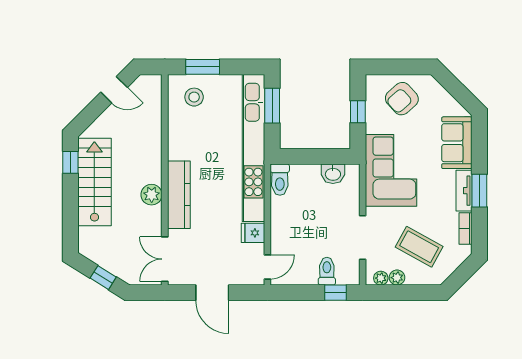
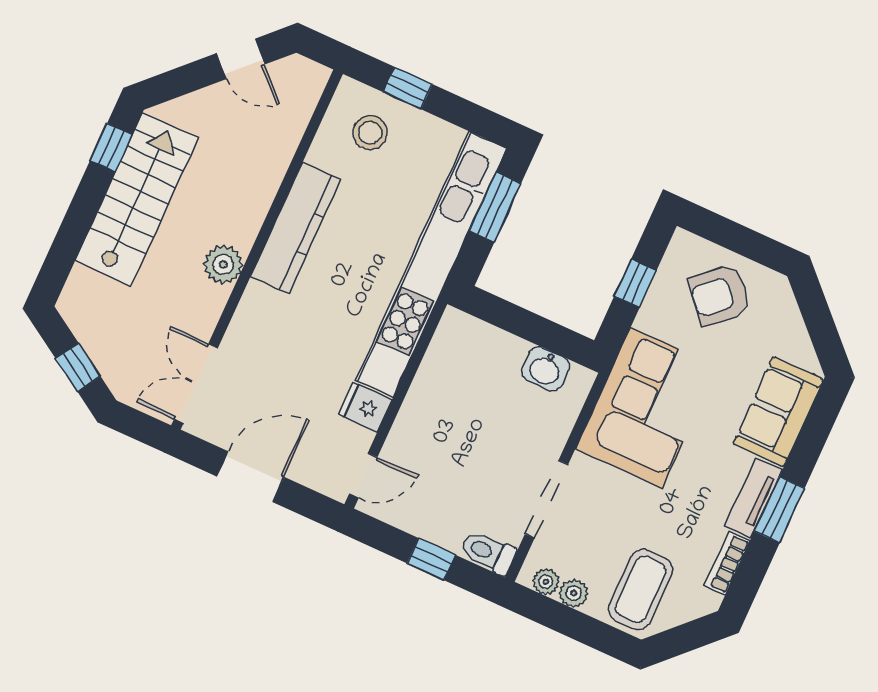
window: (203, 67) -> (408, 88), width x0.67
toilet: (280, 180) -> (451, 338), removed
kitchen counter: (179, 195) -> (296, 228), moved
coffee table: (419, 247) -> (641, 589), moved, turned 61
toilet: (327, 271) -> (488, 552), moved, turned -90
door: (212, 293) -> (250, 477), swing flipped
window: (336, 293) -> (431, 559), moved

